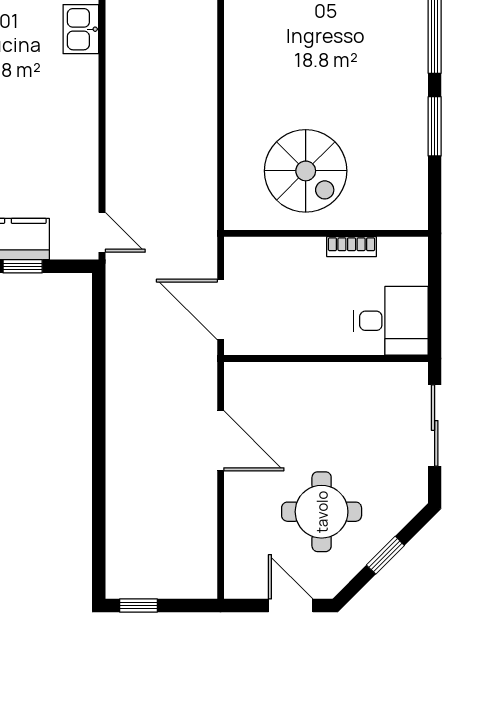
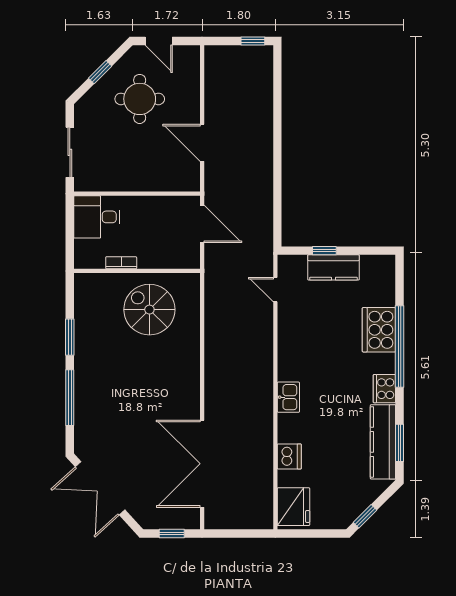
door: (102, 232) -> (275, 290), moved

